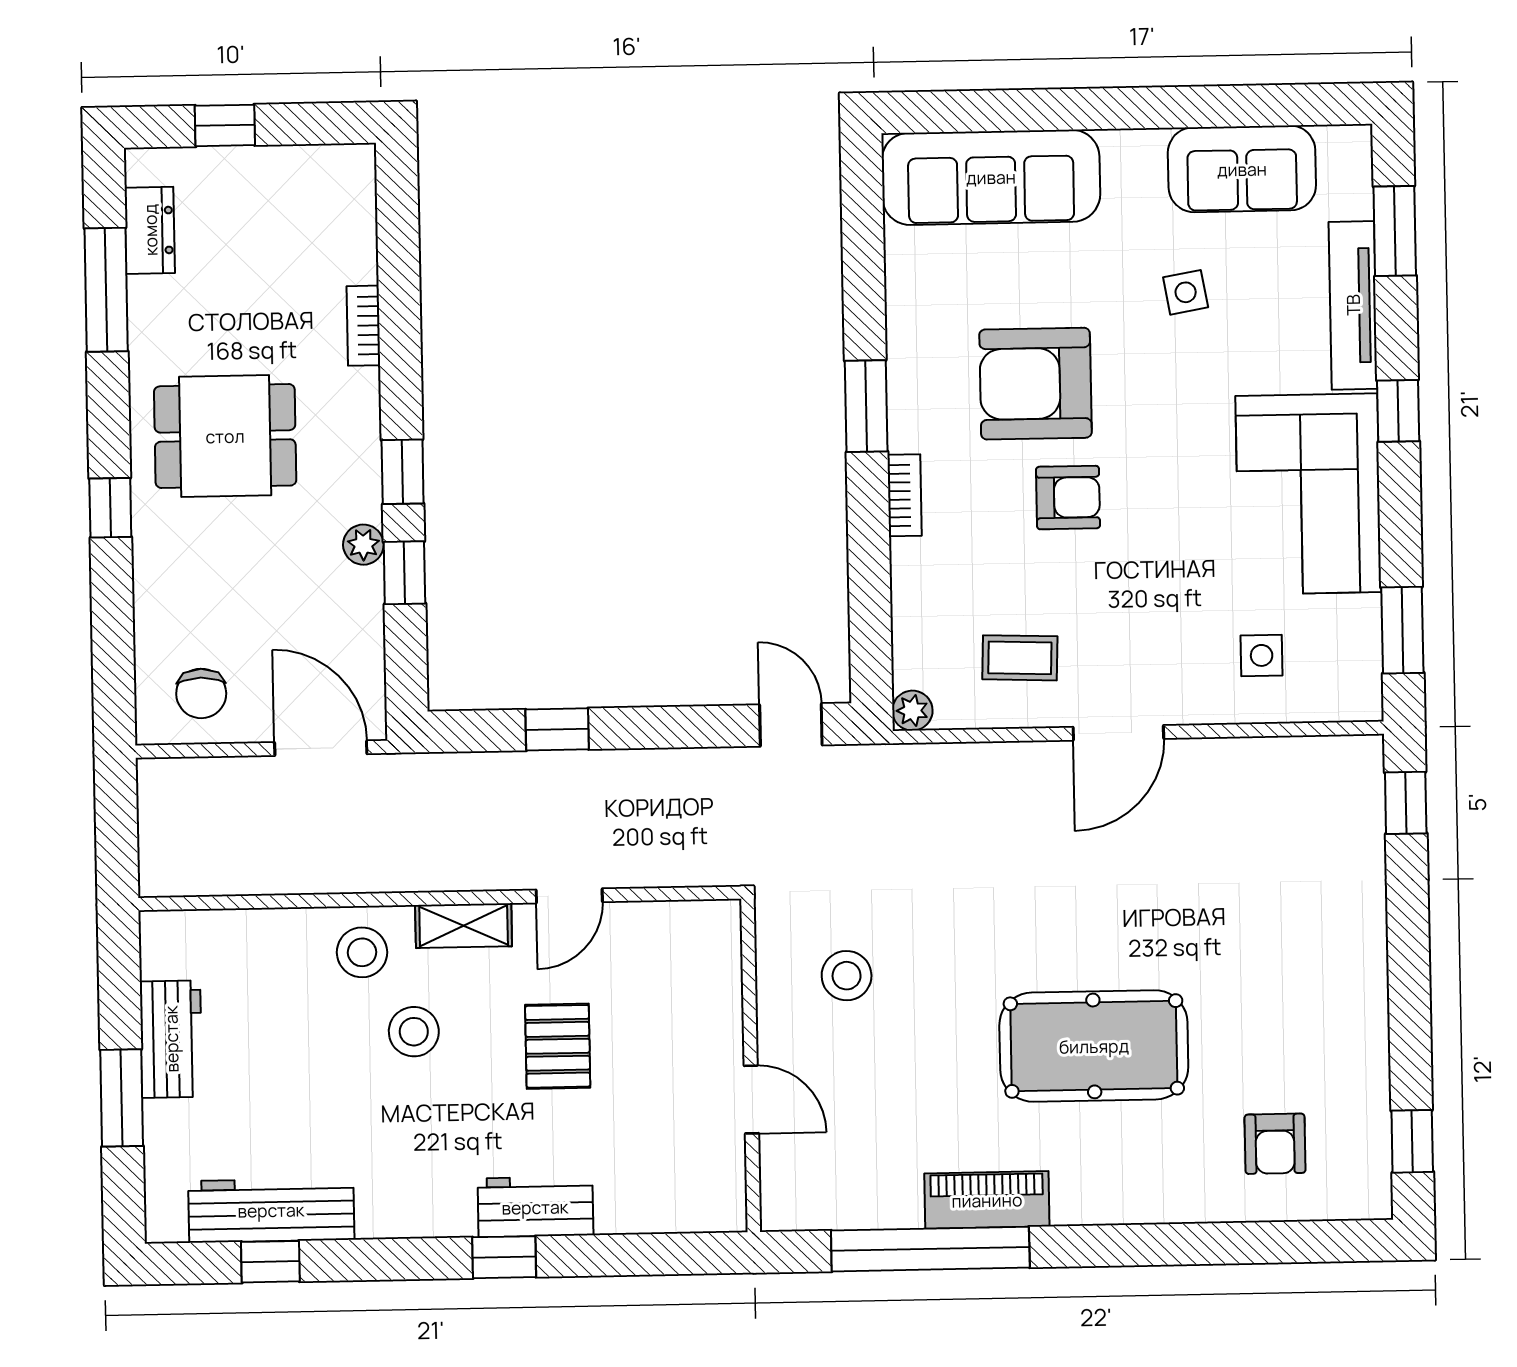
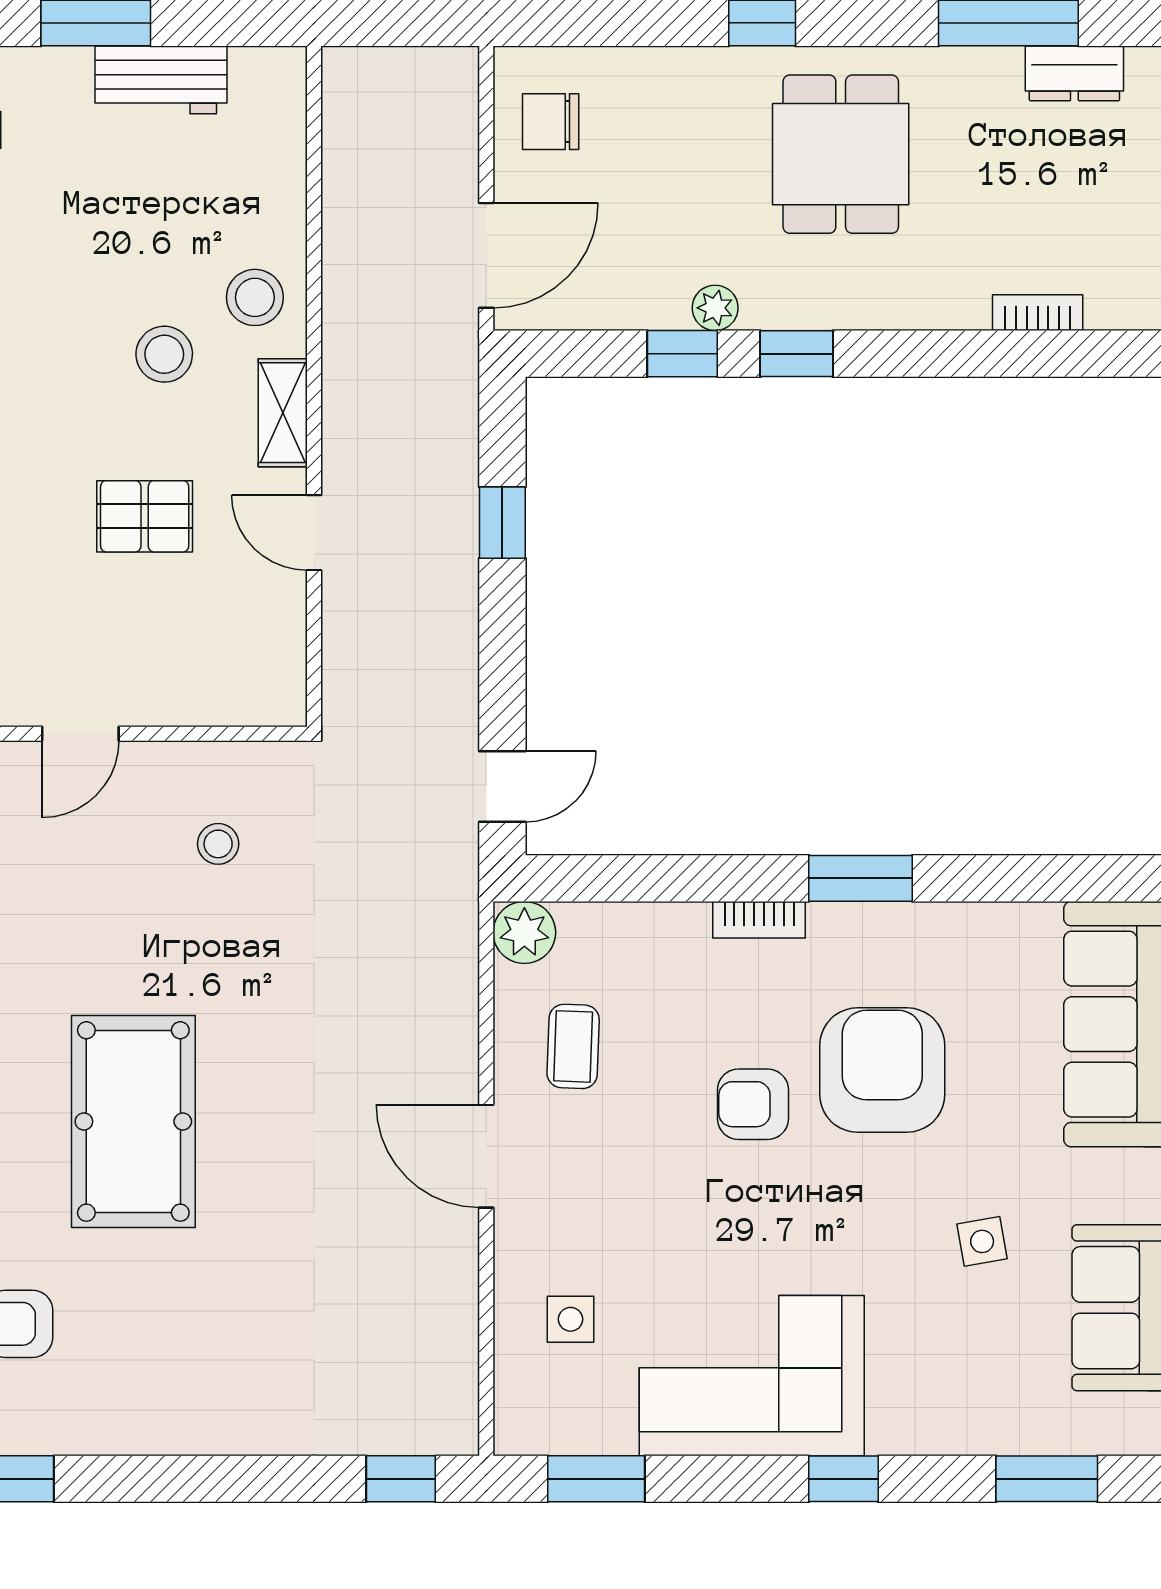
tv unit: (1353, 305) -> (964, 1430), removed
bookcase: (363, 326) -> (1038, 313), moved
armchair: (1068, 498) -> (753, 1104), turned 90
plant: (912, 711) -> (524, 932), width x1.38, depth x1.38
stool: (847, 976) -> (218, 844), width x0.73, depth x0.73

